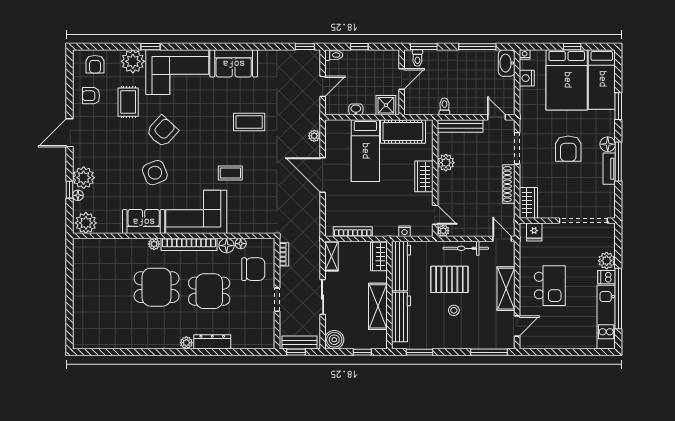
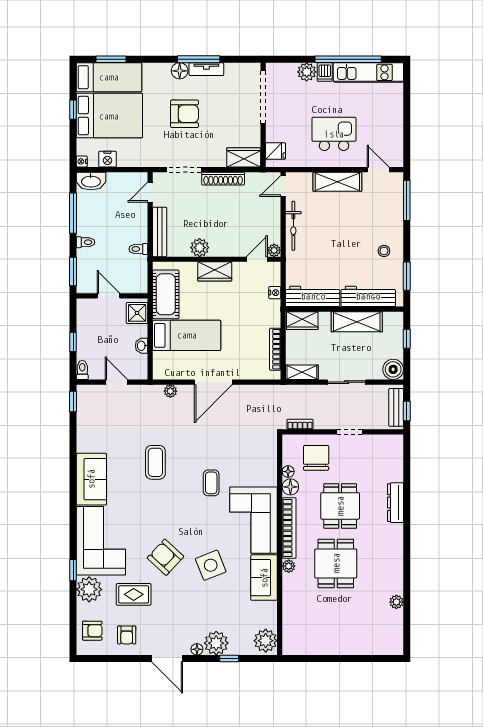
toilet: (417, 58) -> (85, 242), moved
window: (618, 106) -> (111, 59), moved
floor lamp: (78, 195) -> (197, 649), moved
pallet: (449, 279) -> (327, 244), removed
stool: (454, 310) -> (384, 251), moved
plant: (186, 343) -> (396, 602), moved

